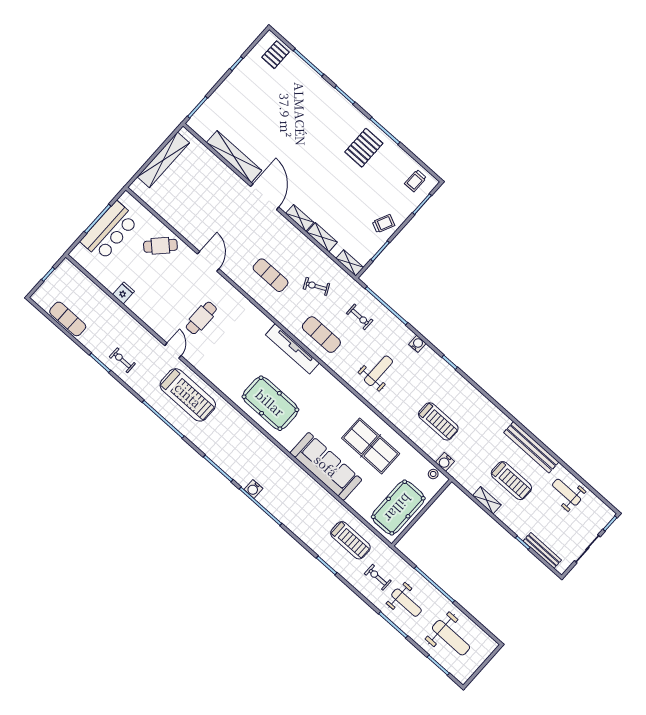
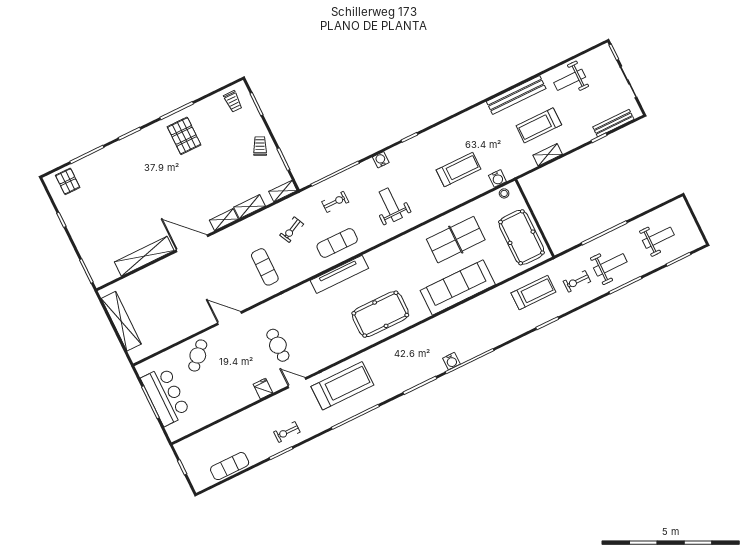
exercise mat: (271, 275) -> (265, 267), turned 90
fridge: (123, 293) -> (263, 389), moved
treadmill: (511, 481) -> (539, 125), turned 180
weight bench: (451, 638) -> (658, 238), width x0.73, depth x0.75

